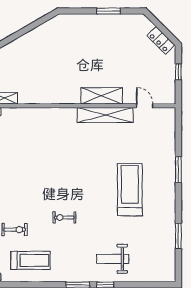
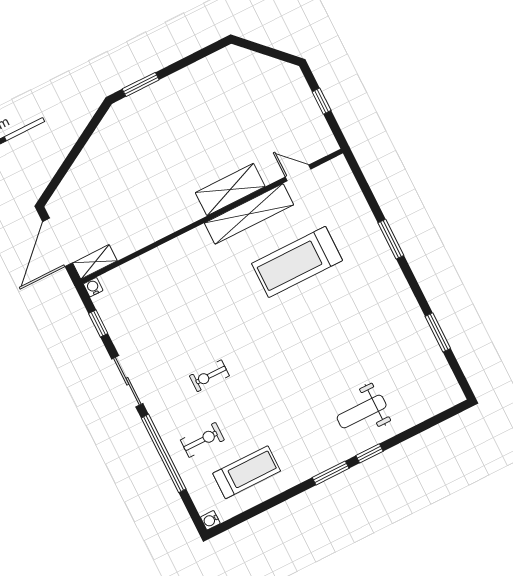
window: (109, 11) -> (141, 84), moved
locker: (161, 40) -> (274, 69), removed
treadmill: (130, 190) -> (297, 262), moved, turned -90
exercise bike: (64, 217) -> (209, 376), moved

